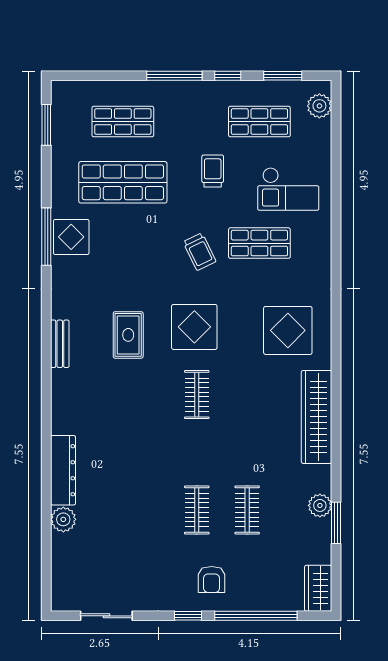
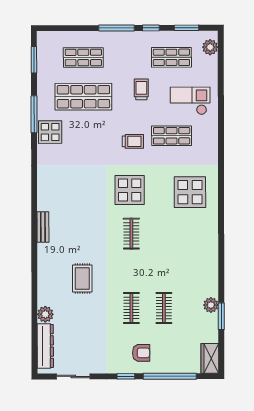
checkout: (288, 189) -> (190, 101), turned 180
window: (46, 237) -> (34, 114), moved
trolley: (200, 252) -> (133, 141), turned -64
rug: (128, 335) -> (82, 279), moved
bench: (60, 344) -> (43, 227), moved
wardrobe: (317, 417) -> (209, 248), removed
dresser: (63, 470) -> (45, 346), moved
armchair: (212, 580) -> (141, 353), turned -90

